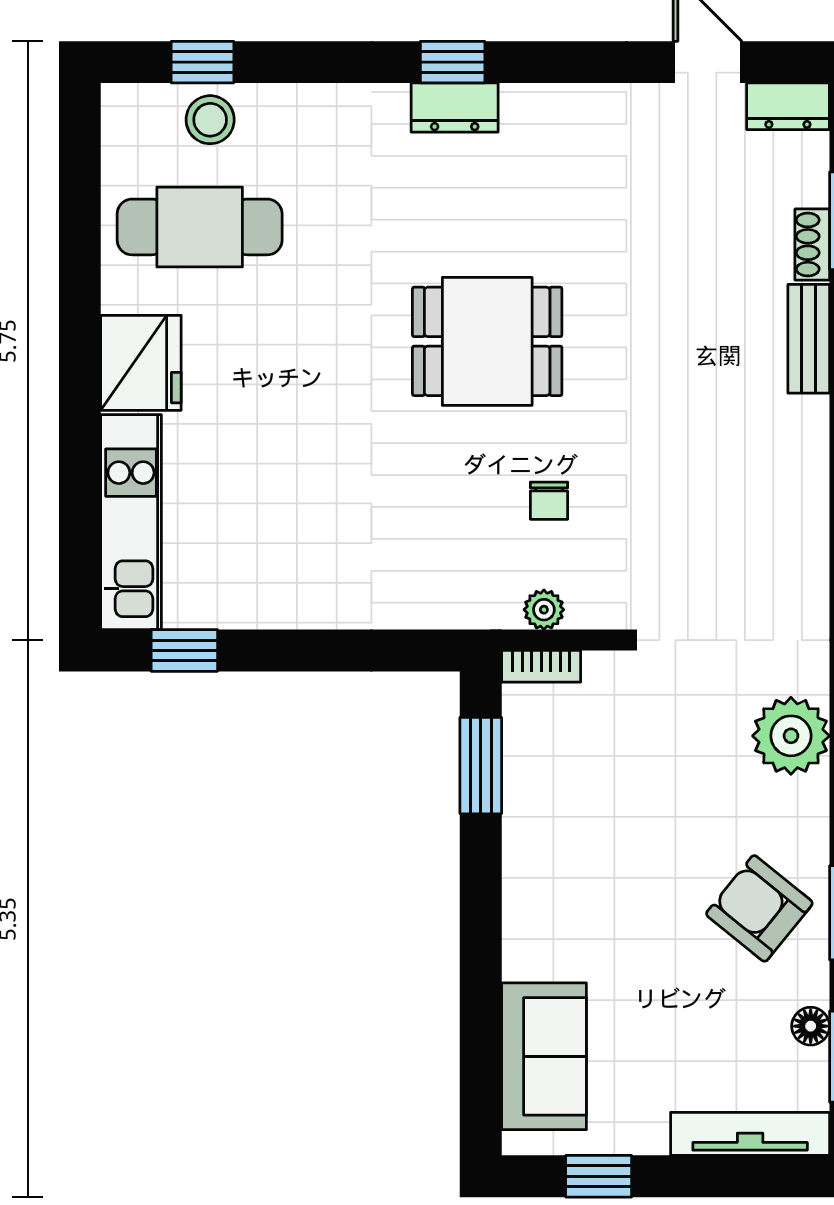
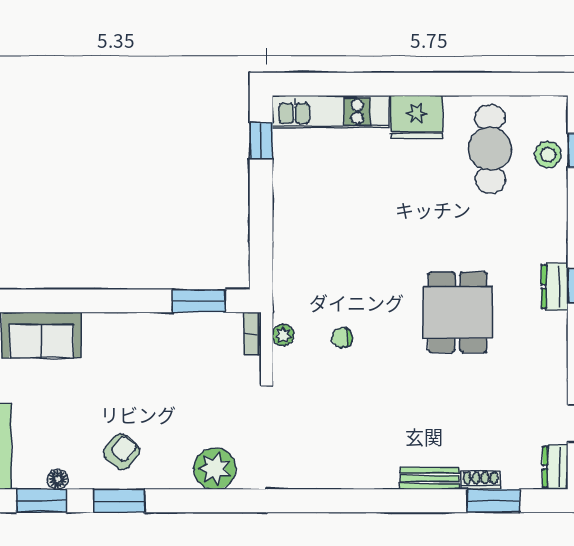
dining table: (487, 341) -> (458, 312), moved
armchair: (759, 908) -> (121, 452), width x0.72, depth x0.72

